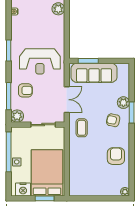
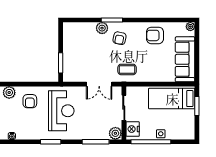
sofa: (94, 73) -> (185, 59), moved, turned 180
armchair: (25, 90) -> (30, 101), moved, turned 180
double door: (67, 100) -> (99, 84), swing flipped
bed: (47, 173) -> (172, 99), width x0.67
nightstand: (23, 189) -> (133, 129), moved, turned 180

